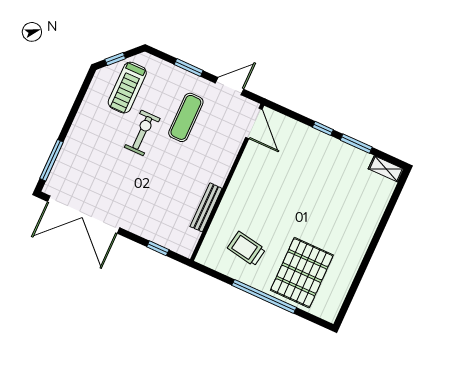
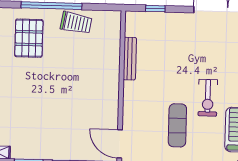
trolley: (246, 249) -> (76, 23), moved
pallet: (302, 273) -> (29, 38), width x0.73, depth x0.71

